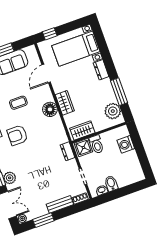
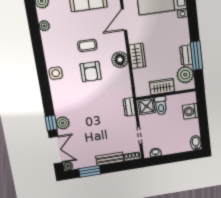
dresser: (101, 70) -> (186, 55), moved
wardrobe: (82, 130) -> (162, 87), moved
armchair: (17, 135) -> (91, 72), moved, turned -90
bidet: (111, 183) -> (196, 143), moved

